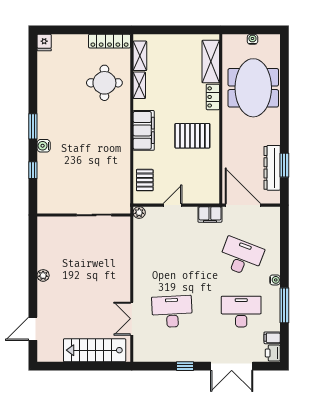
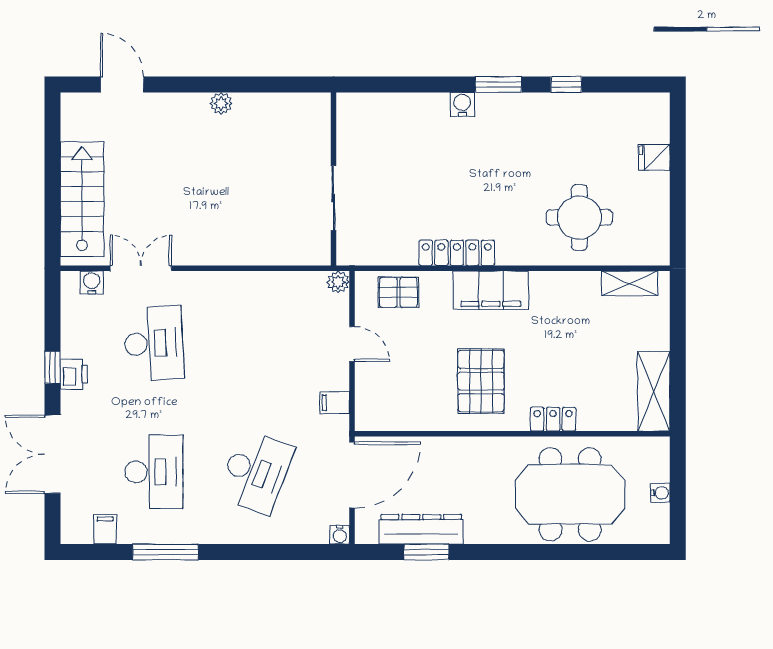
locker: (110, 41) -> (457, 253), moved, turned 90
fridge: (44, 43) -> (654, 157), moved
shelving: (211, 62) -> (654, 391), moved, turned 90
shelving: (139, 85) -> (575, 282), removed
window: (33, 170) -> (566, 84), moved
filing cabinet: (210, 214) -> (335, 403), width x0.50
water cooler: (275, 280) -> (340, 535), moved
water cooler: (139, 345) -> (92, 283), added
printer: (273, 353) -> (74, 374), moved, turned 90

